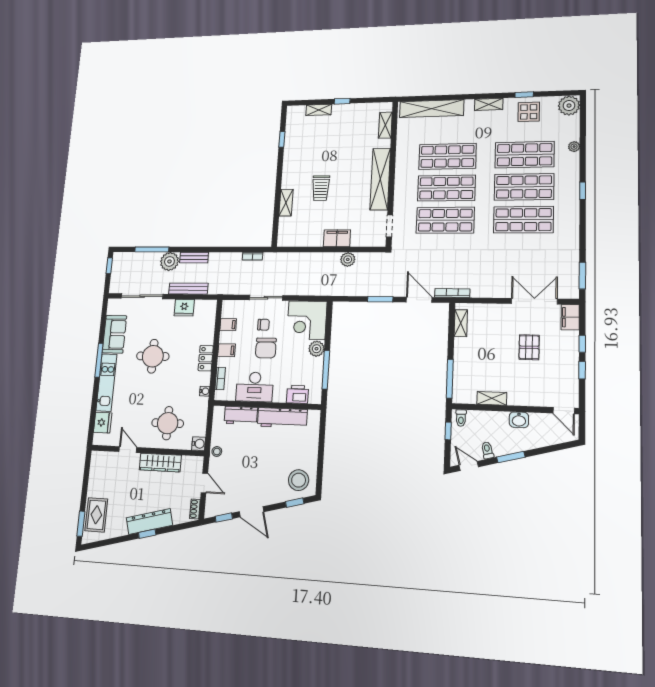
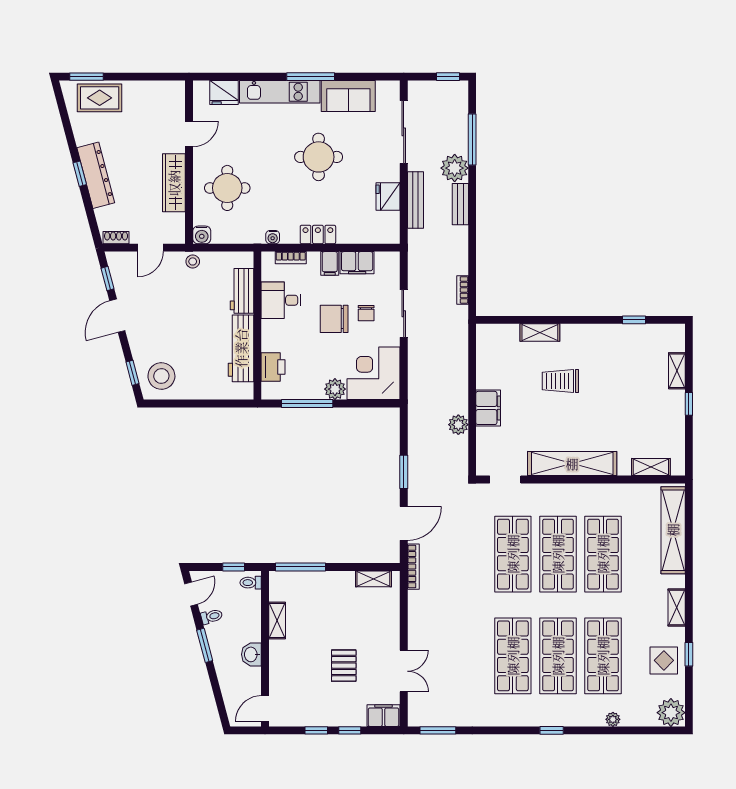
double door: (534, 301) -> (404, 671), width x0.73
filing cabinet: (228, 324) -> (357, 263), width x2.00
pallet: (529, 347) -> (344, 666), turned 90
desk: (255, 387) -> (281, 300), width x0.73

